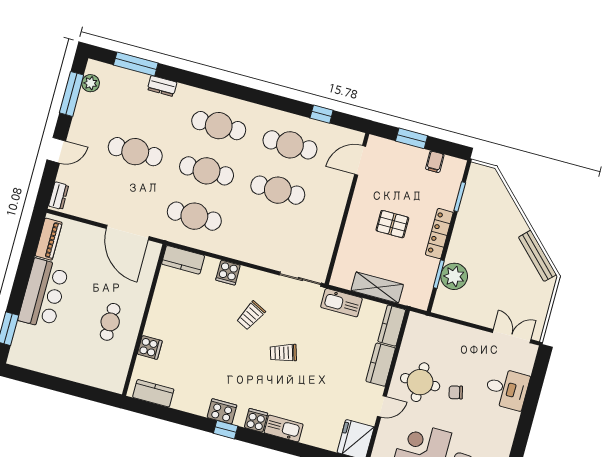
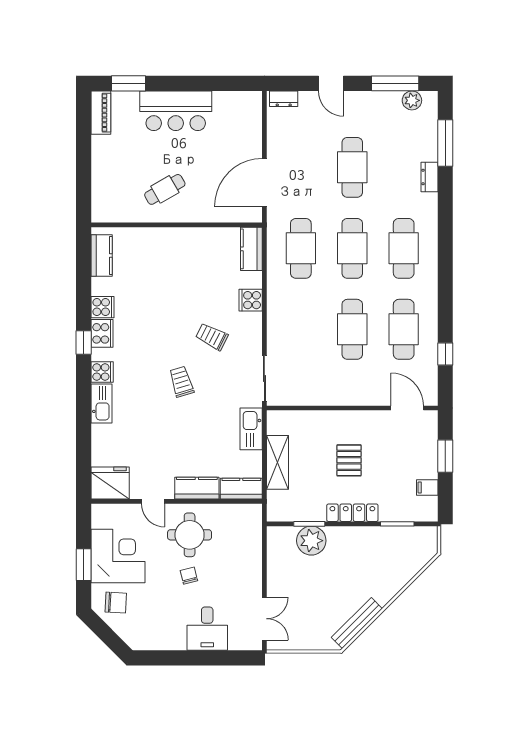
piano: (49, 239) -> (101, 113), moved, turned -90
cafe table: (110, 322) -> (165, 189), turned -30
cooker: (150, 347) -> (103, 307), moved, turned -90

